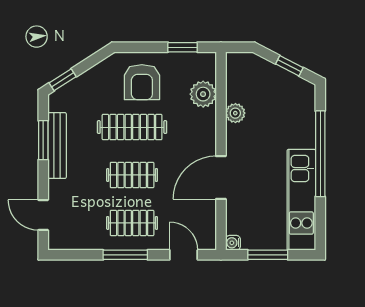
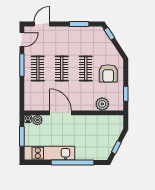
armchair: (142, 82) -> (108, 73), turned -90
plant: (235, 113) -> (37, 120), moved
clothes rail: (132, 127) -> (86, 68), width x0.73
bench: (57, 146) -> (77, 31), removed
door: (184, 255) -> (22, 40), moved

